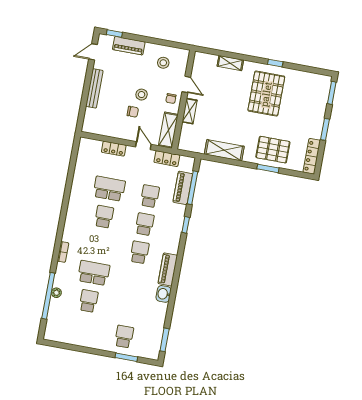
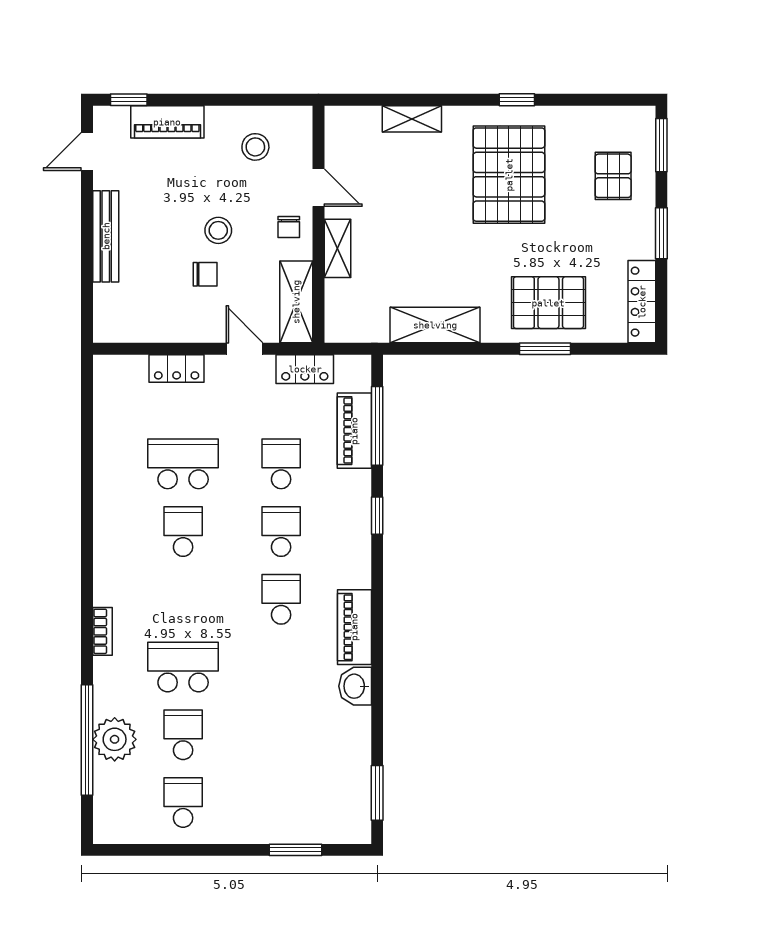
pallet: (309, 102) -> (613, 176), added
plant: (56, 293) -> (115, 739), width x1.87, depth x1.87
school desk: (124, 337) -> (183, 803), moved

